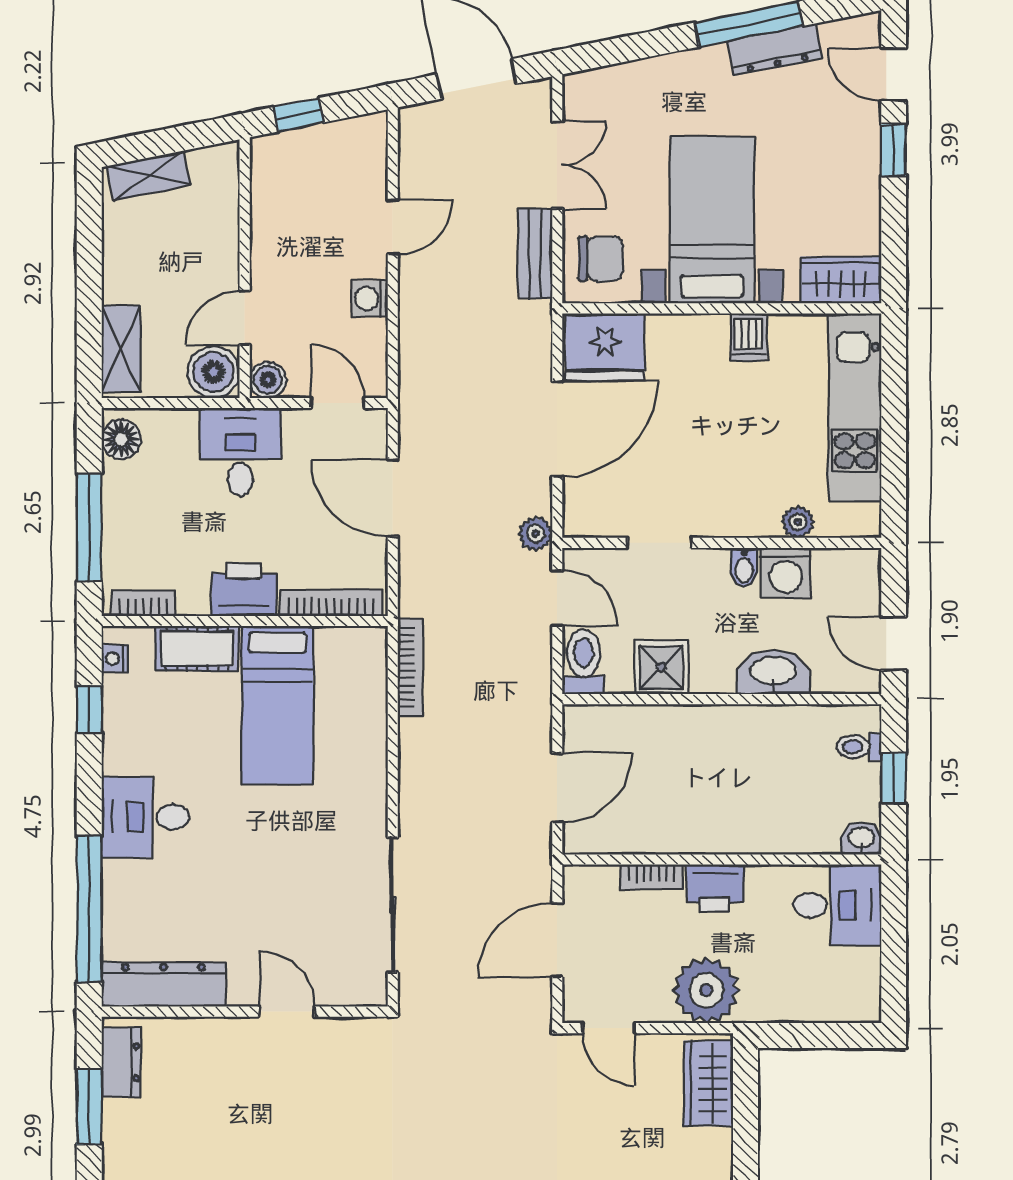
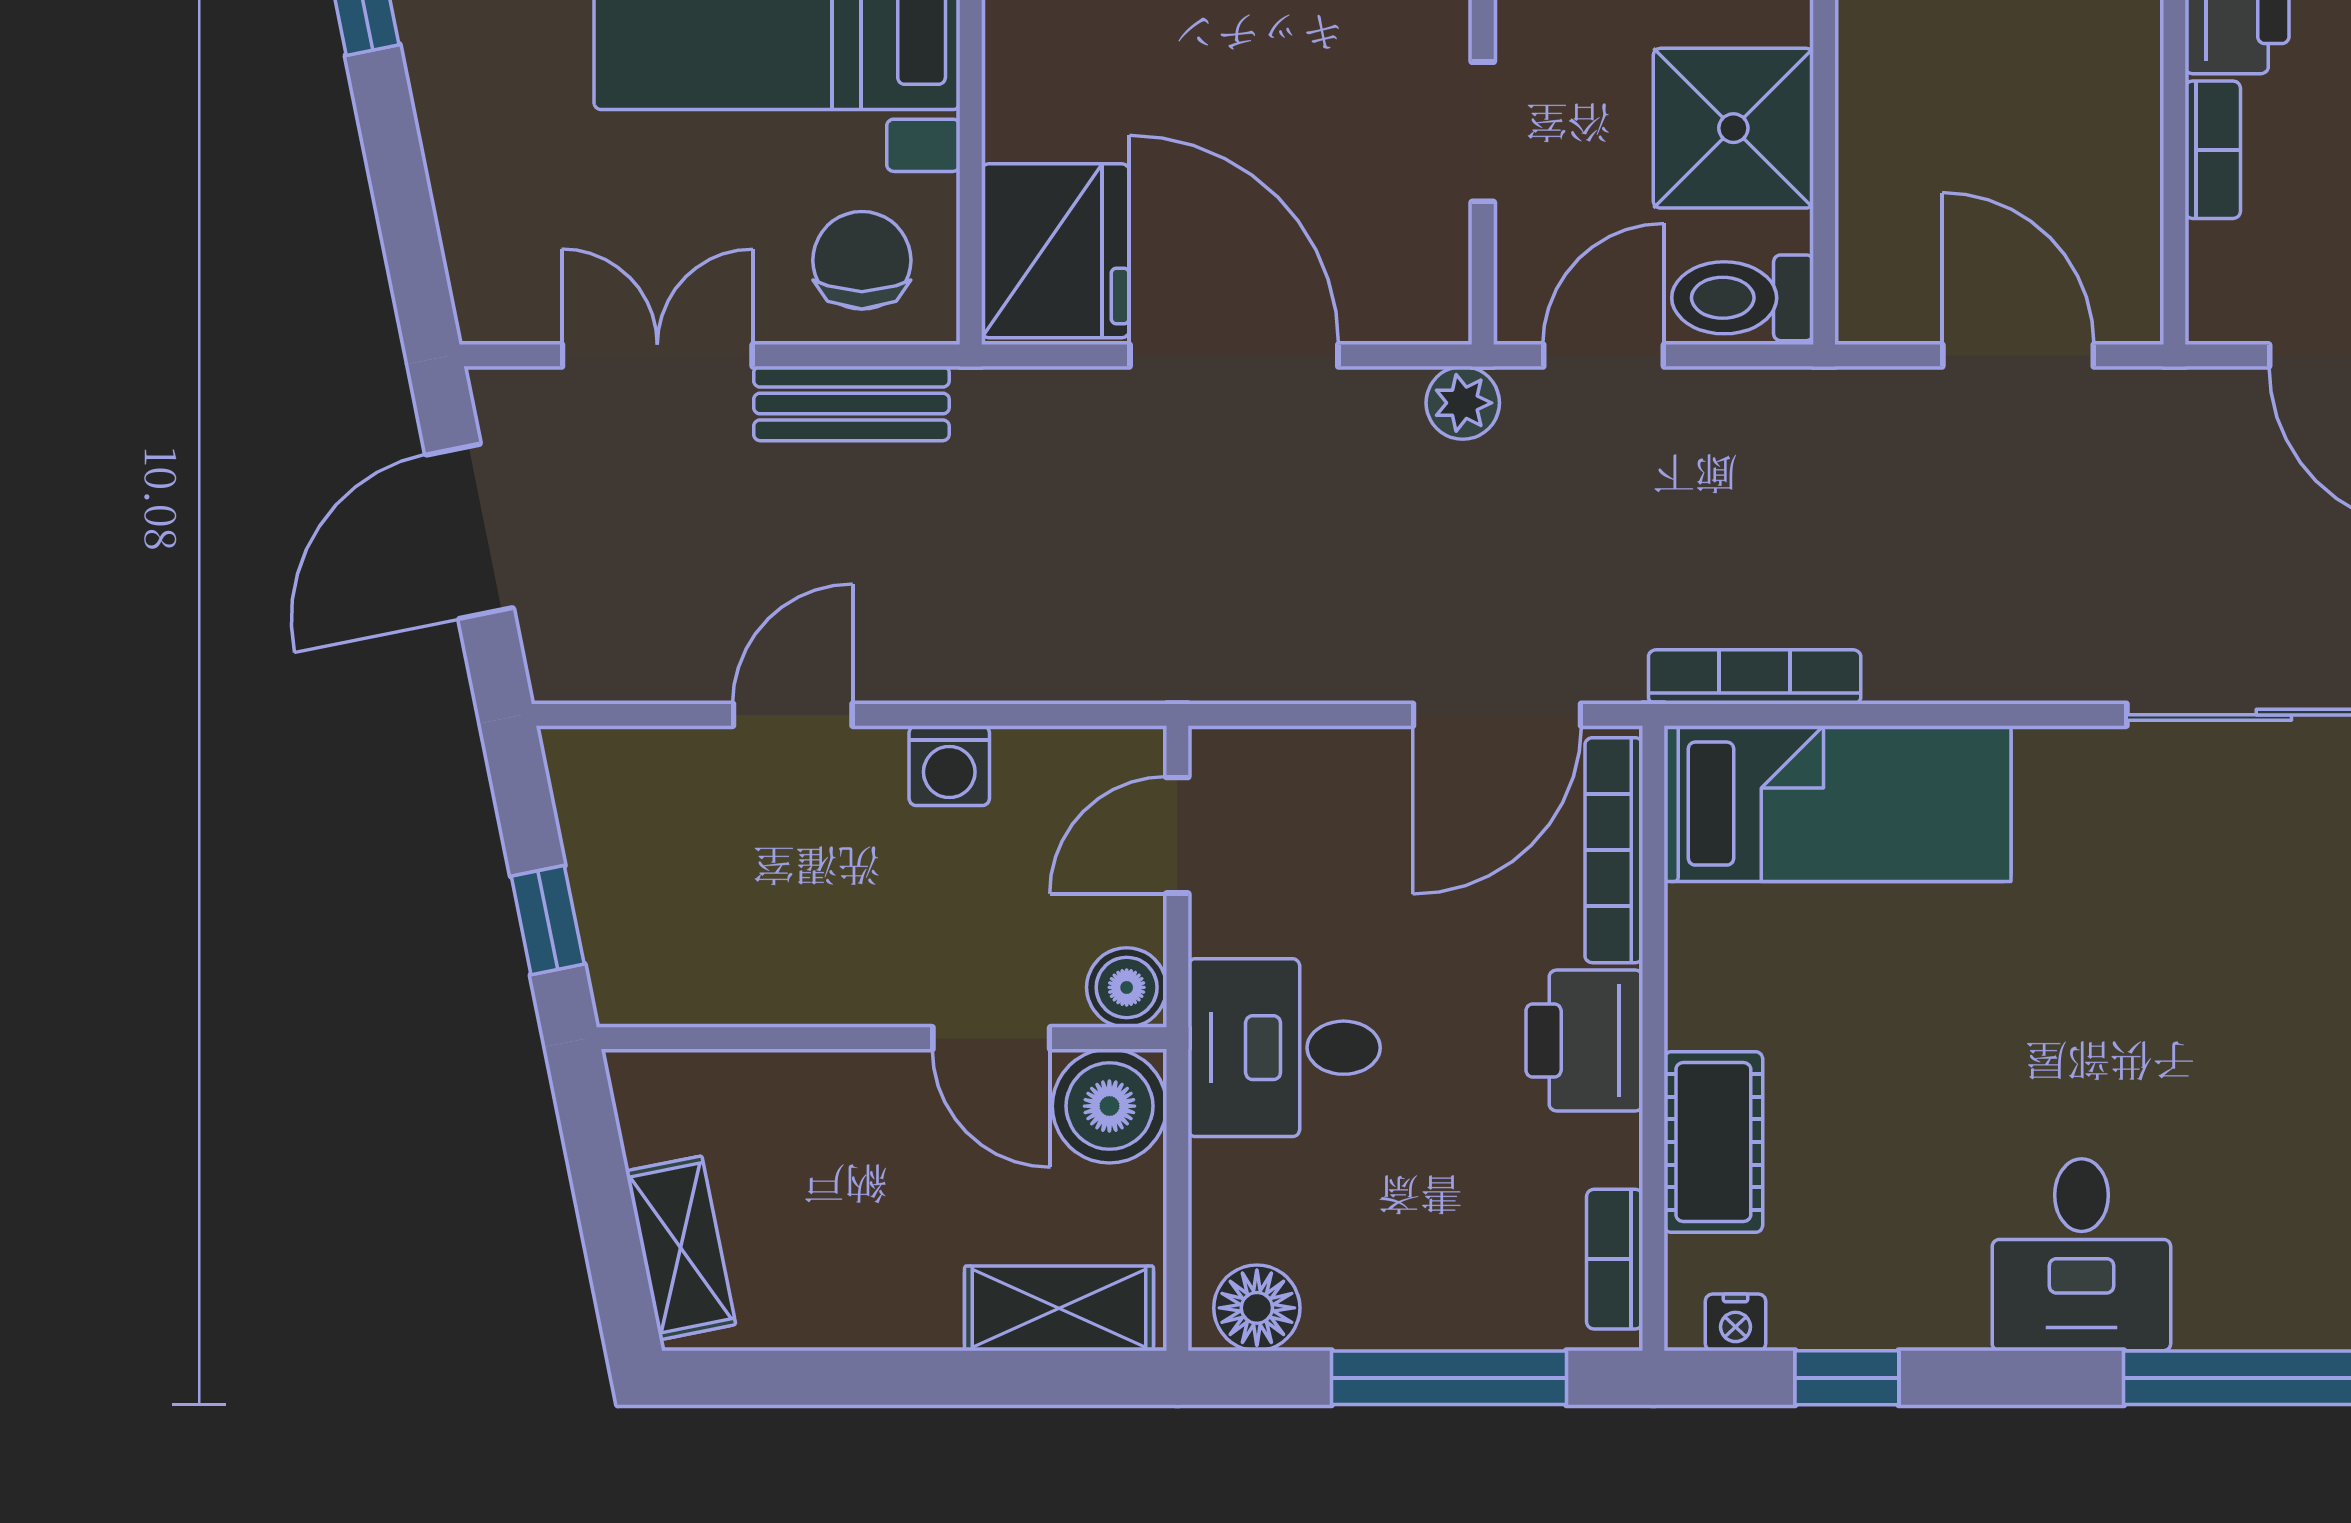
door: (393, 227) -> (793, 715), hinge flipped
door: (393, 498) -> (1497, 715), moved
shower: (661, 667) -> (1733, 128), width x1.36, depth x1.36
bed: (277, 705) -> (1838, 804), moved

